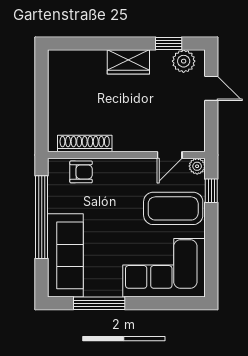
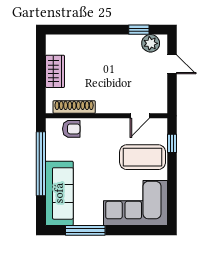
wardrobe: (128, 62) -> (55, 71), moved, turned -90
plant: (197, 166) -> (161, 125), removed

